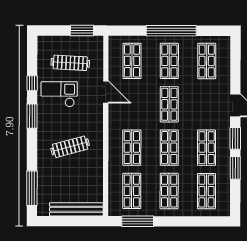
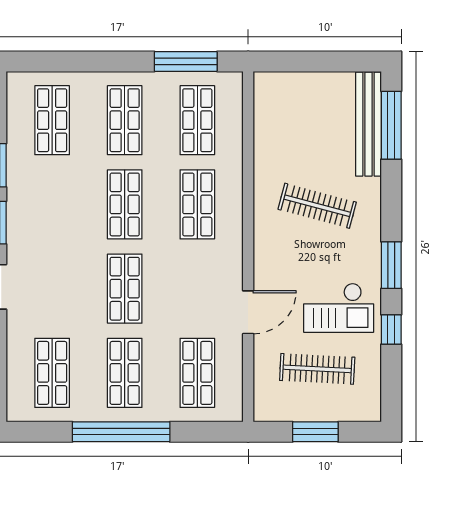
window: (82, 31) -> (315, 432), moved
door: (106, 92) -> (248, 312), swing flipped
clothes rail: (70, 147) -> (317, 206), turned 30
shop shelf: (207, 148) -> (52, 204), removed
bench: (76, 209) -> (368, 124), moved, turned 90

